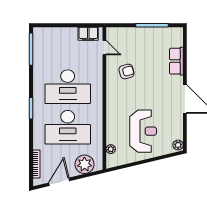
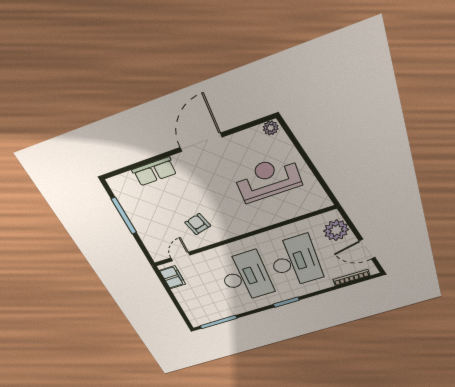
plant: (111, 149) -> (306, 208), removed

